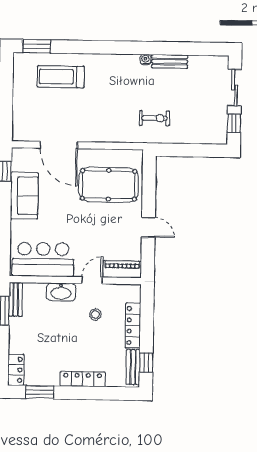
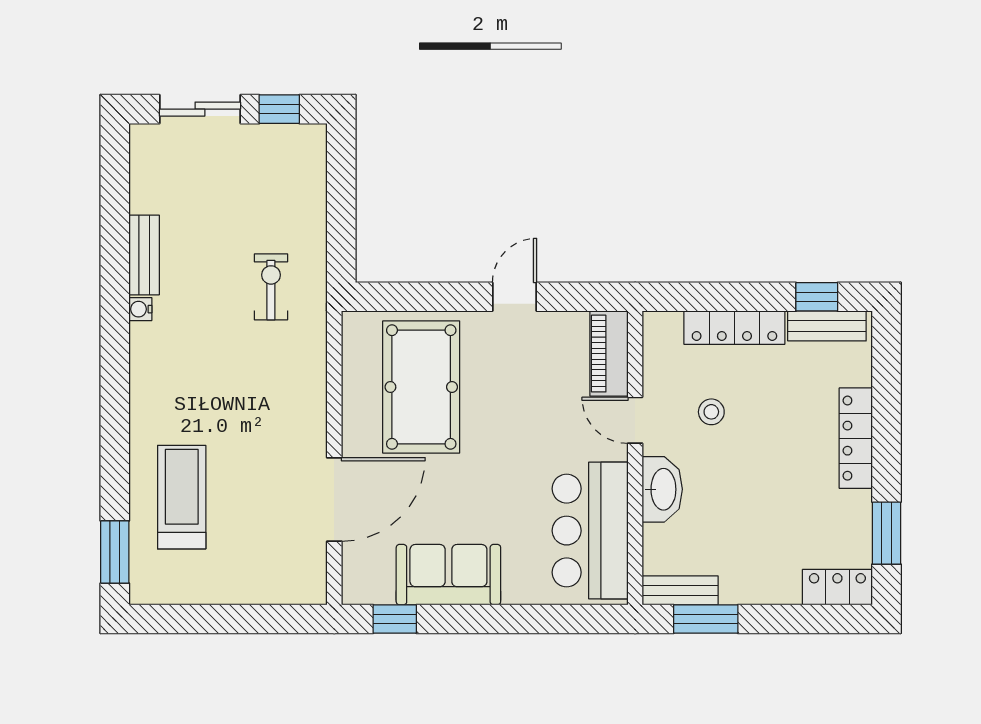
treadmill: (61, 77) -> (182, 497), turned 180

